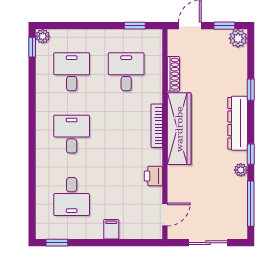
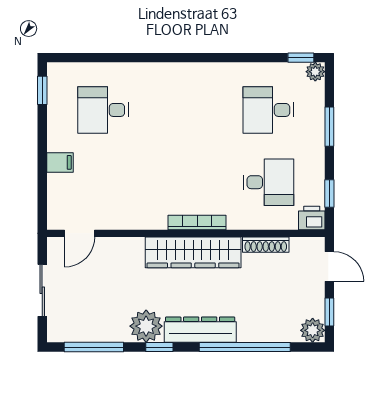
window: (84, 26) -> (329, 127), added
desk: (72, 72) -> (268, 110), turned 180
window: (251, 90) -> (245, 347), width x3.17
desk: (72, 134) -> (186, 110), removed
plant: (241, 170) -> (146, 326), width x1.87, depth x1.87
printer: (153, 176) -> (312, 218), moved
door: (165, 214) -> (79, 233), hinge flipped

